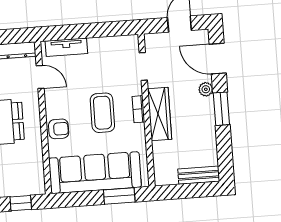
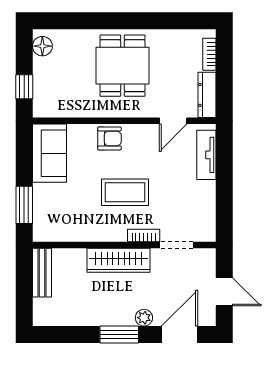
bookcase: (138, 109) -> (144, 236), moved
armchair: (59, 129) -> (109, 138), turned -90
sofa: (95, 173) -> (50, 153), width x0.54, depth x0.79
bench: (199, 175) -> (42, 273), moved

